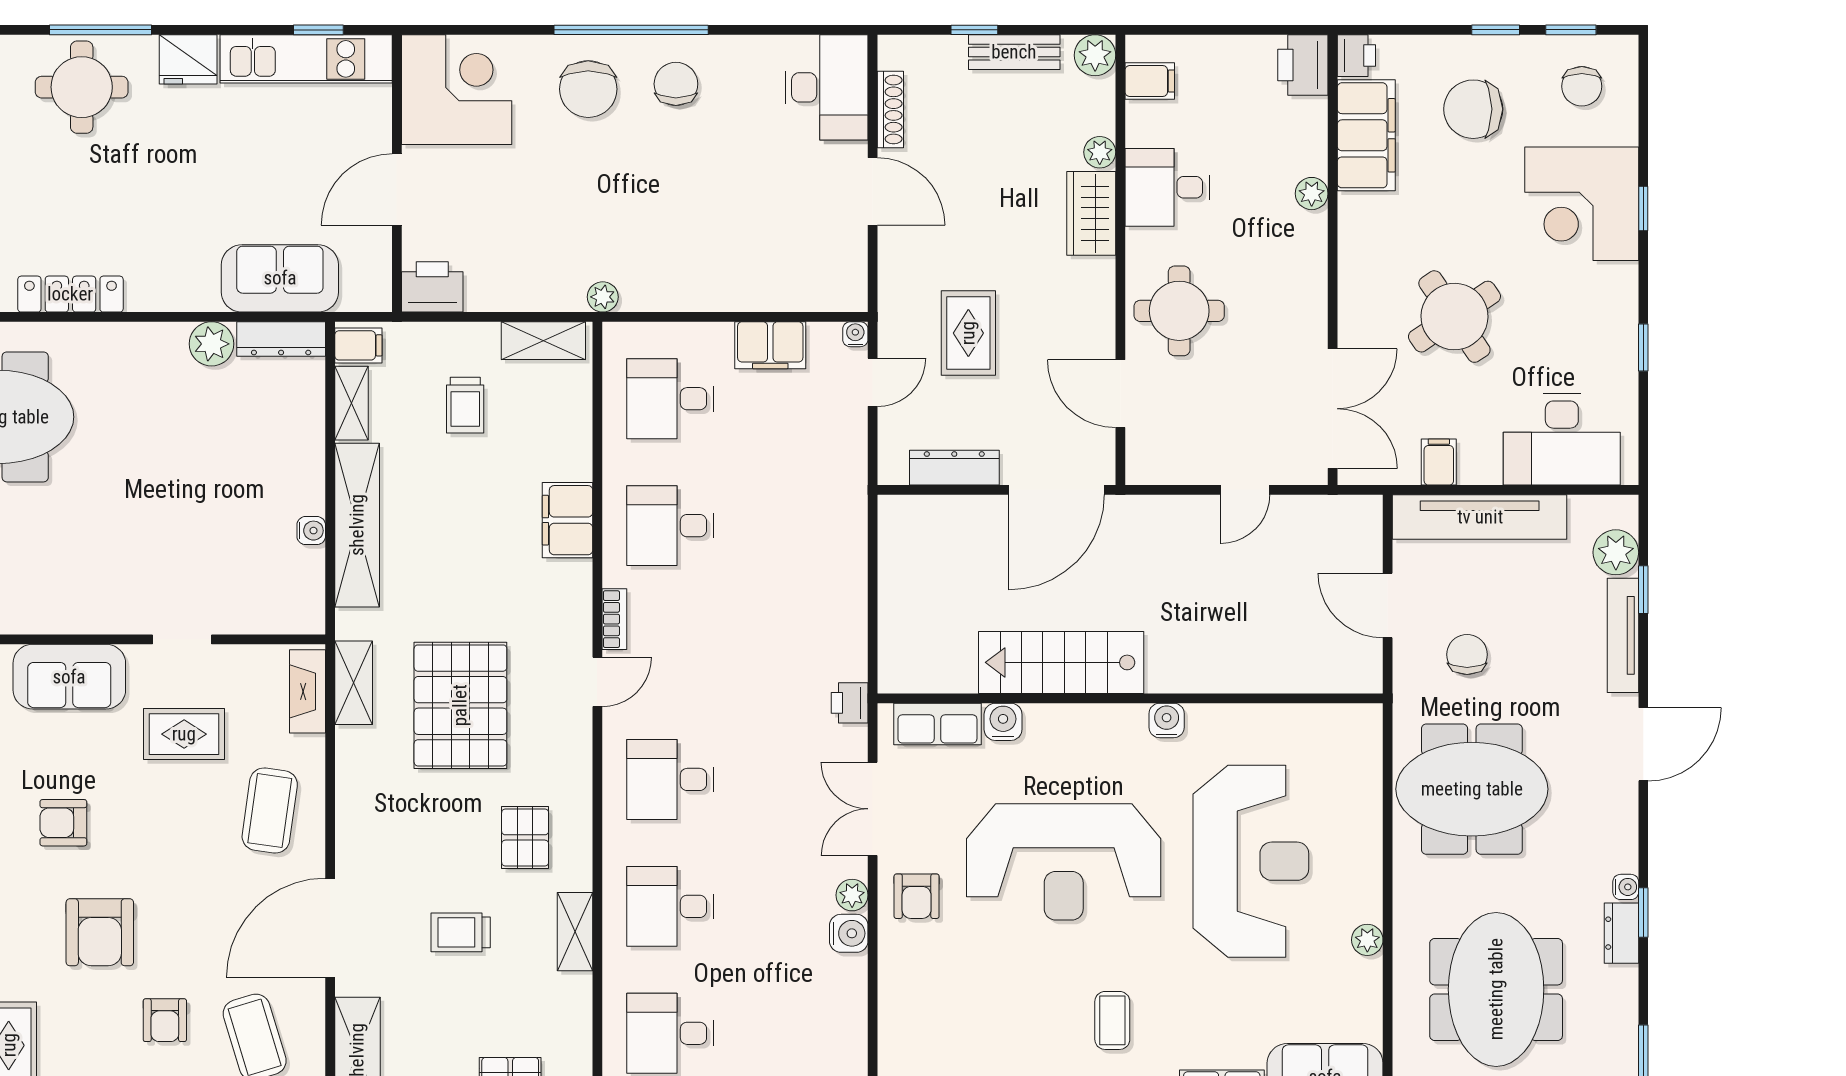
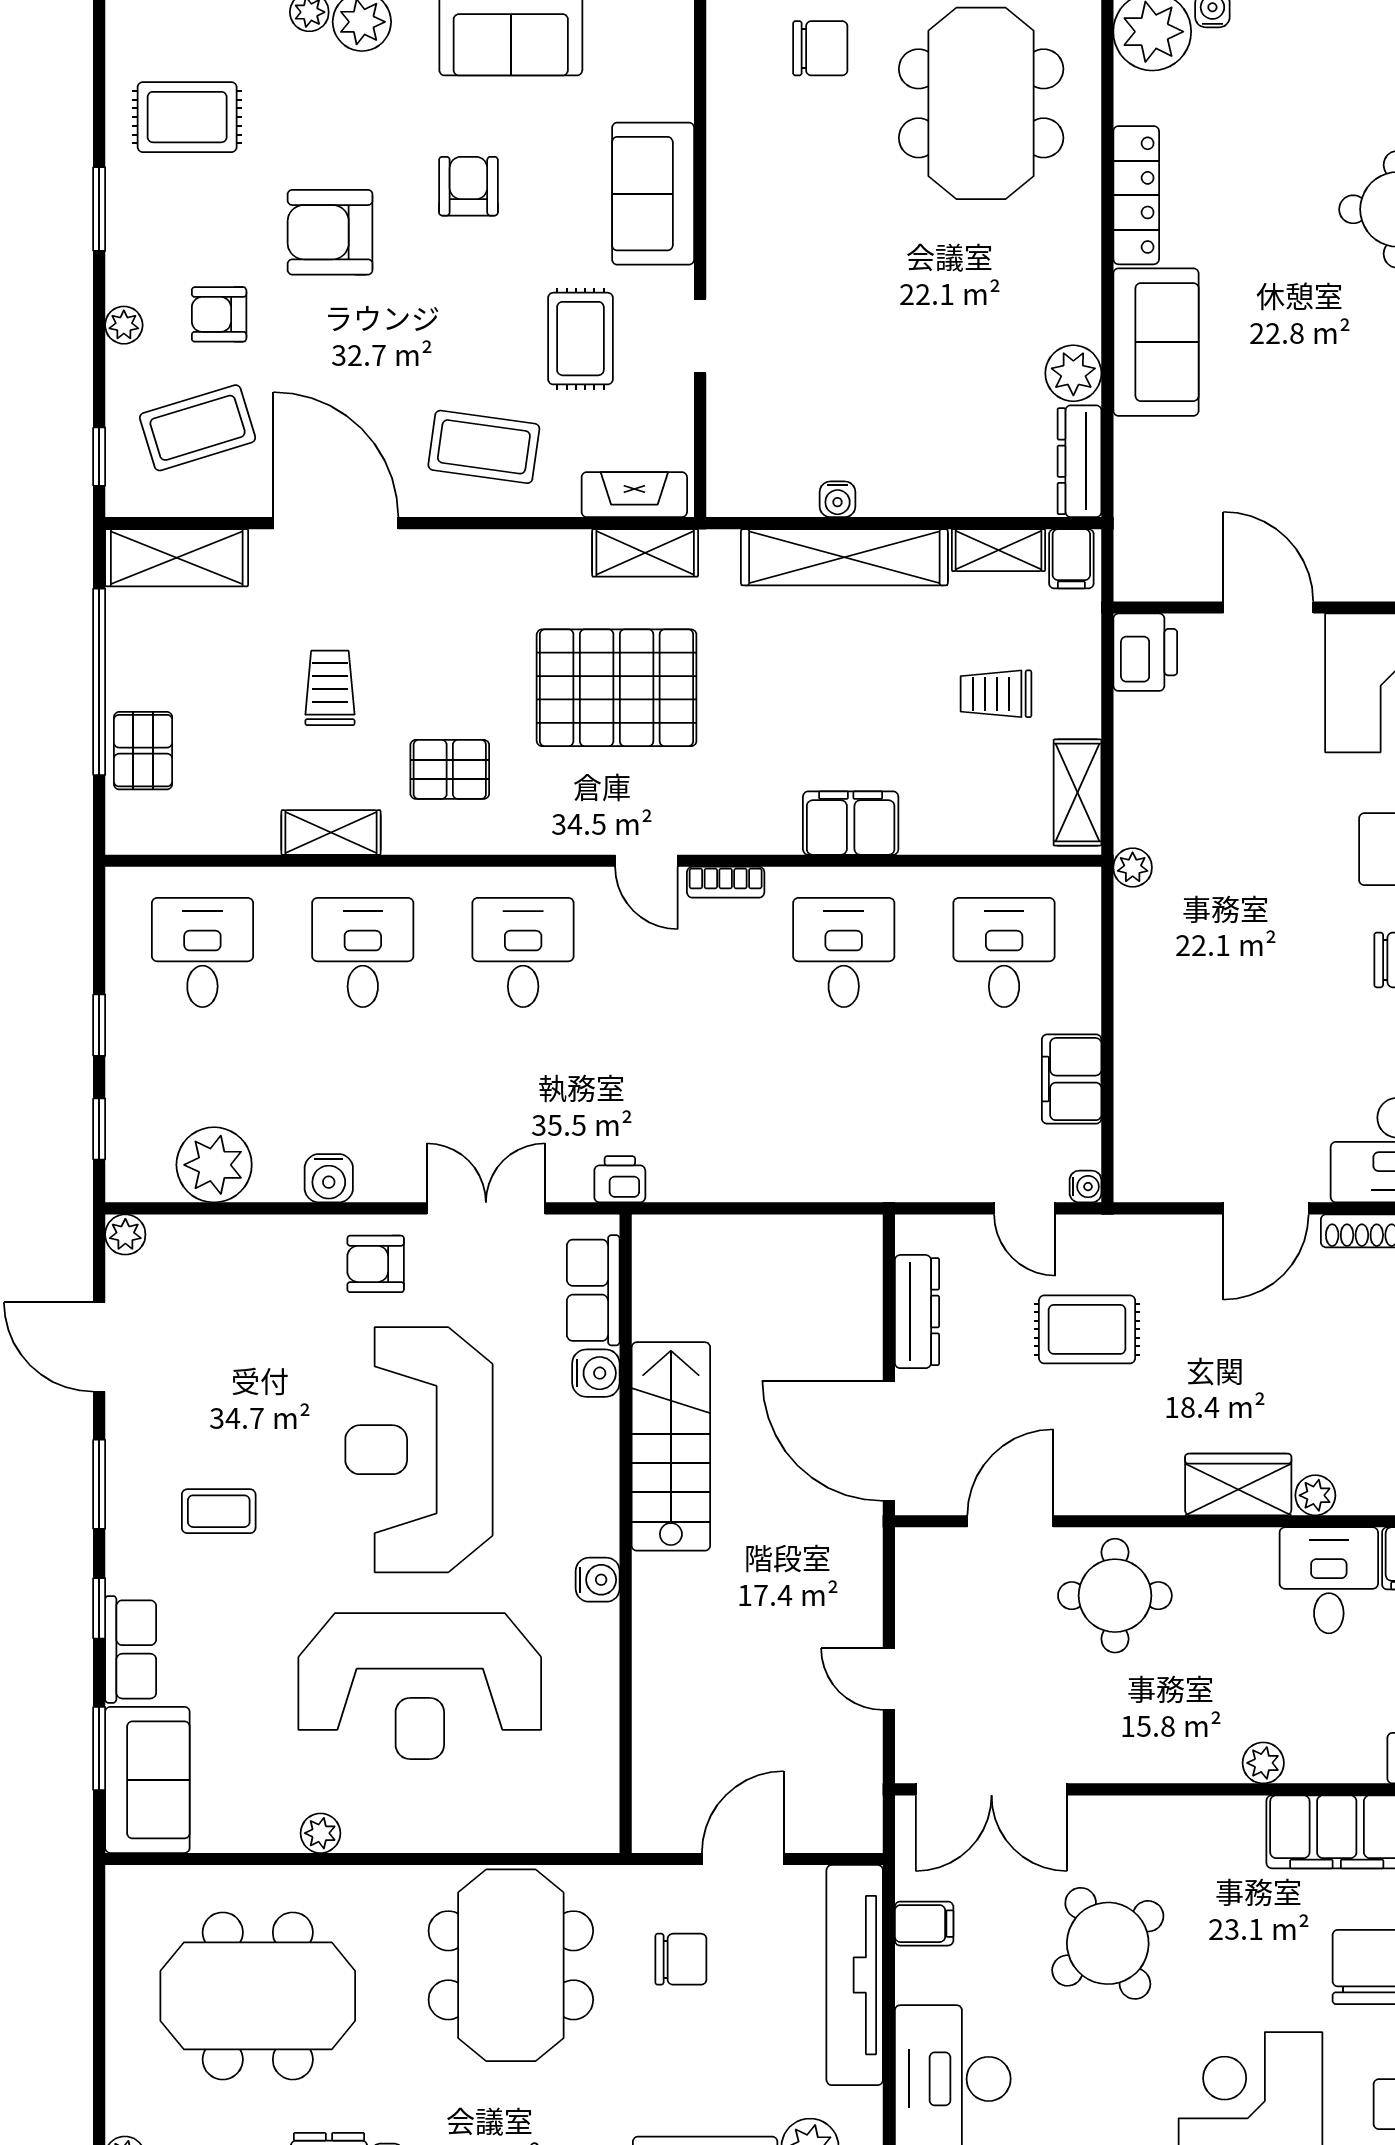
desk: (1167, 187) -> (1329, 1580), moved
sofa: (280, 278) -> (1156, 342), moved
plant: (852, 895) -> (214, 1165), moved, width x1.88, depth x1.88

